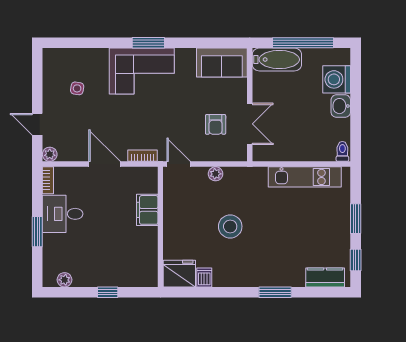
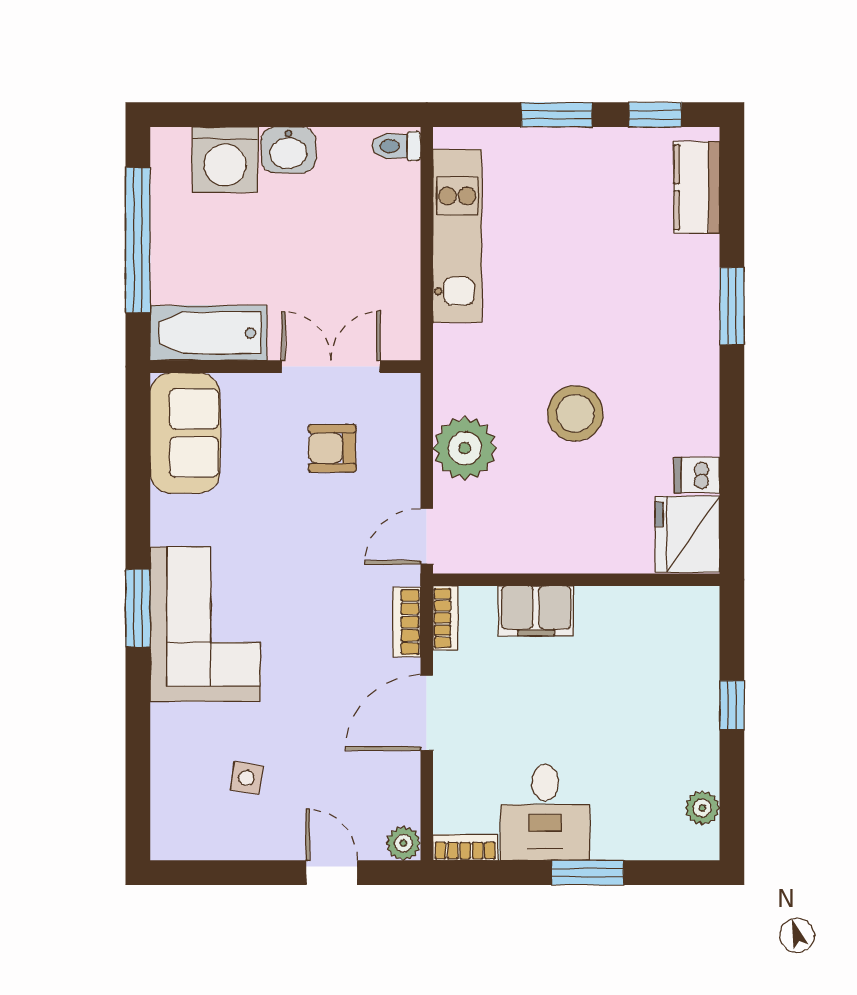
bathtub: (277, 60) -> (208, 333), moved, turned -90
door: (37, 124) -> (332, 873), swing flipped
armchair: (216, 124) -> (332, 448), turned 180
bookcase: (144, 172) -> (446, 618), added
plant: (216, 174) -> (465, 448), width x1.87, depth x1.87

